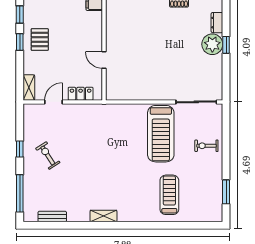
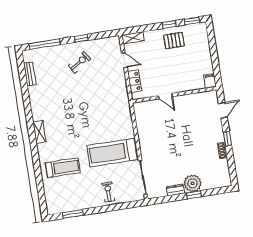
dresser: (217, 23) -> (175, 190), moved
door: (104, 60) -> (165, 96), swing flipped
shelving: (103, 216) -> (39, 132), moved

